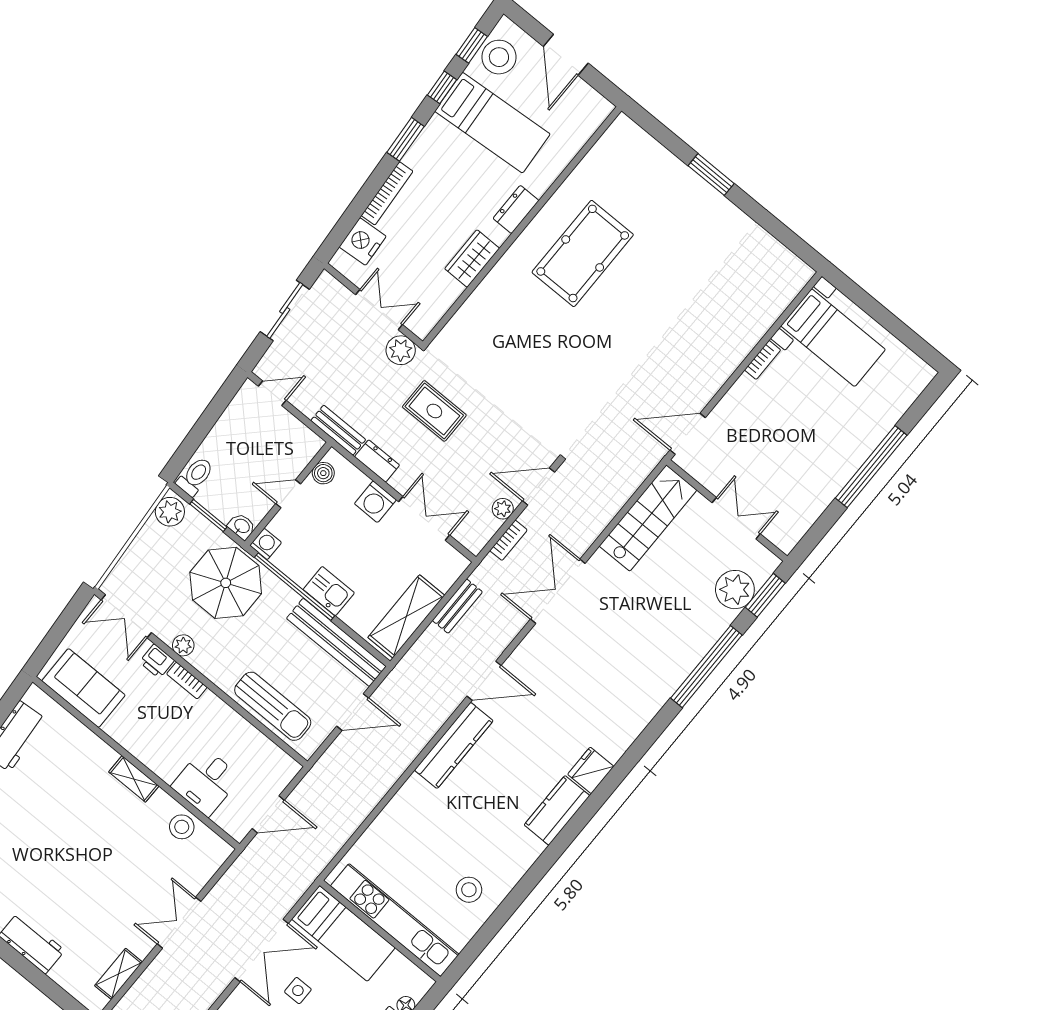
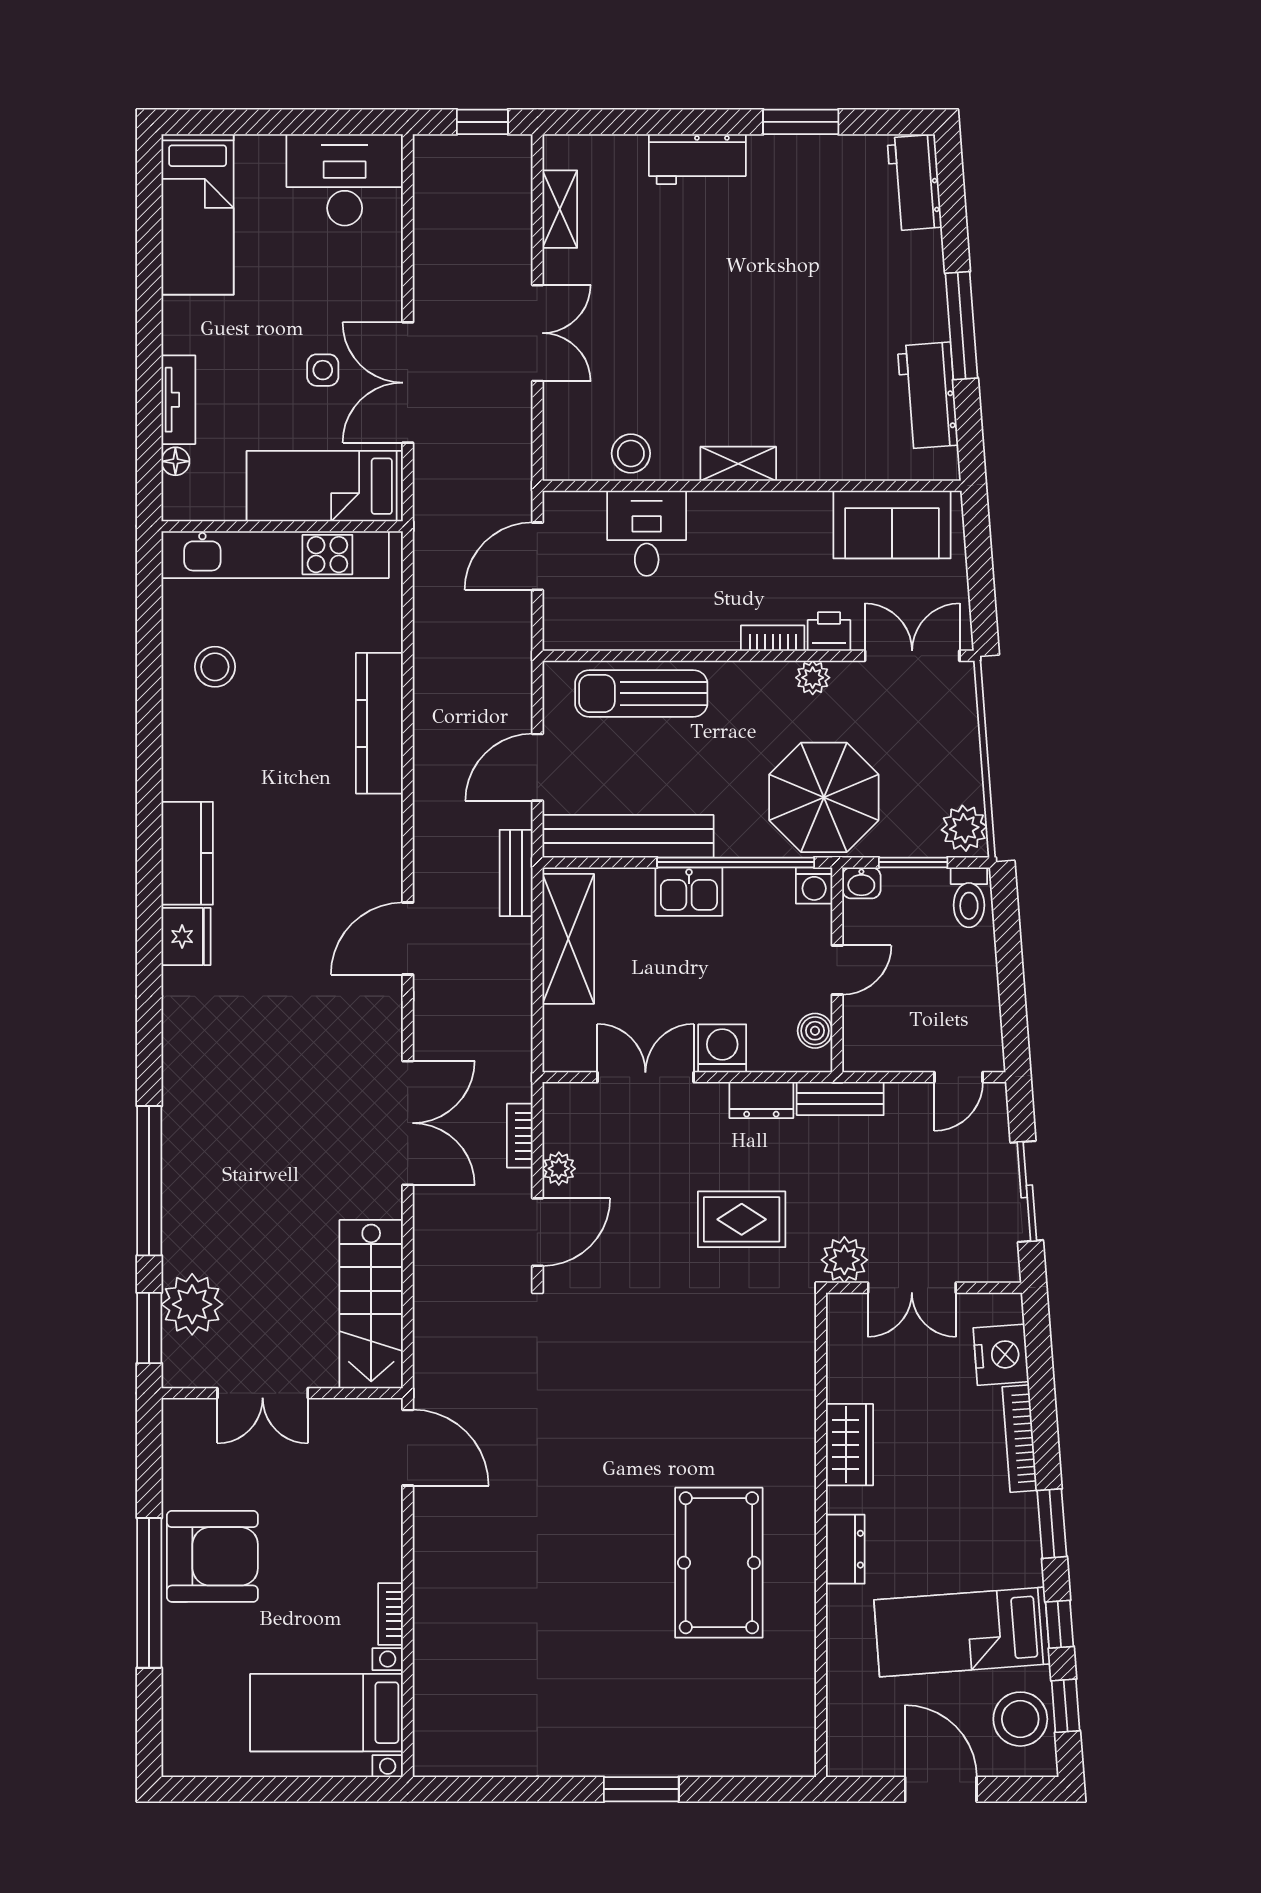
door: (688, 434) -> (408, 1448), hinge flipped
armchair: (826, 459) -> (212, 1556), added
double door: (424, 518) -> (645, 1077), swing flipped
bench: (457, 606) -> (516, 873), moved
kitchen counter: (454, 745) -> (379, 723), moved

